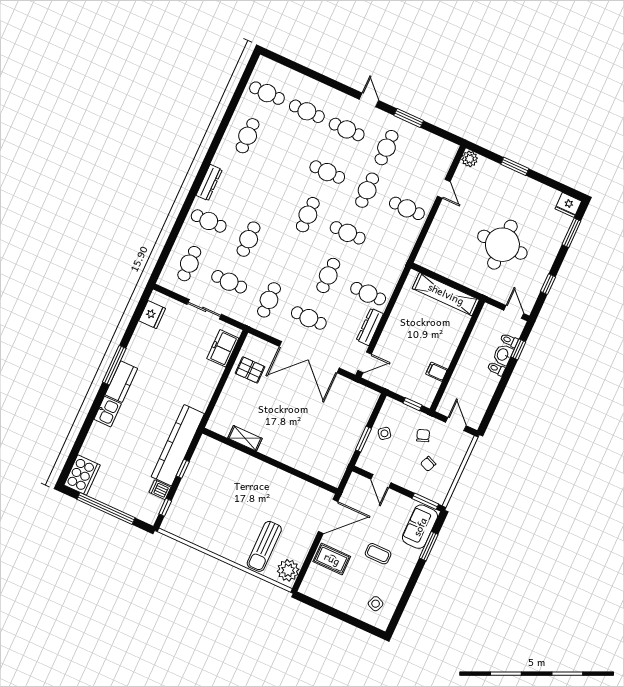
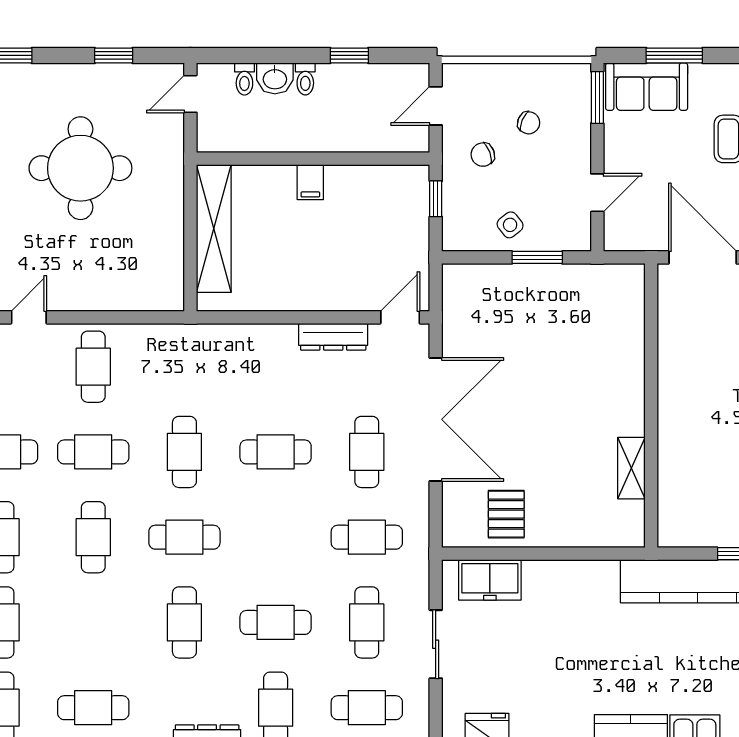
cafe table: (368, 294) -> (184, 622), moved
window: (518, 349) -> (349, 55), moved
door: (365, 362) -> (400, 317), hinge flipped
filing cabinet: (437, 372) -> (310, 182), moved

